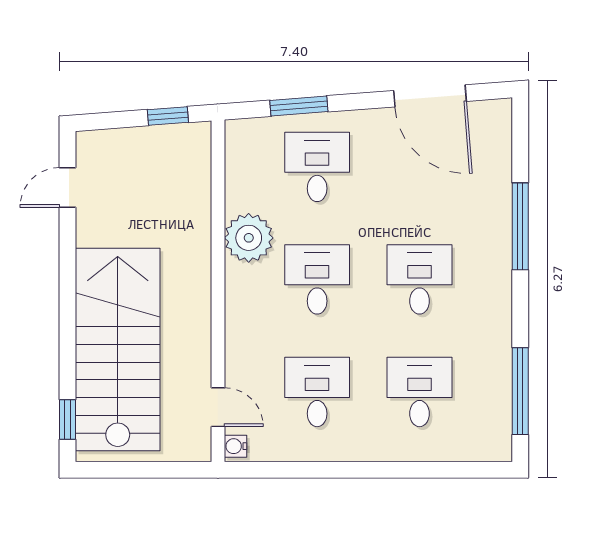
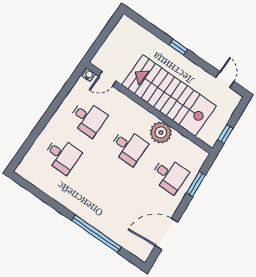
window: (520, 226) -> (96, 234), width x1.46
desk: (419, 279) -> (103, 184), removed
stairs: (118, 350) -> (169, 95), moved, turned 180
window: (520, 391) -> (37, 192), removed
window: (68, 420) -> (178, 47), moved

